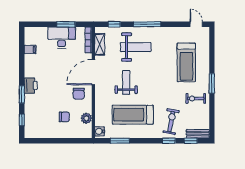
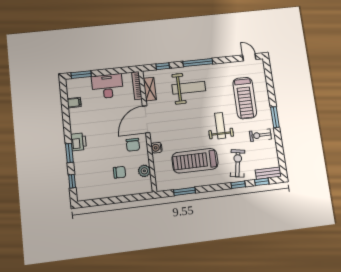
window: (66, 24) -> (81, 75), moved
weight bench: (126, 82) -> (220, 126), moved
water cooler: (100, 131) -> (156, 148), moved

